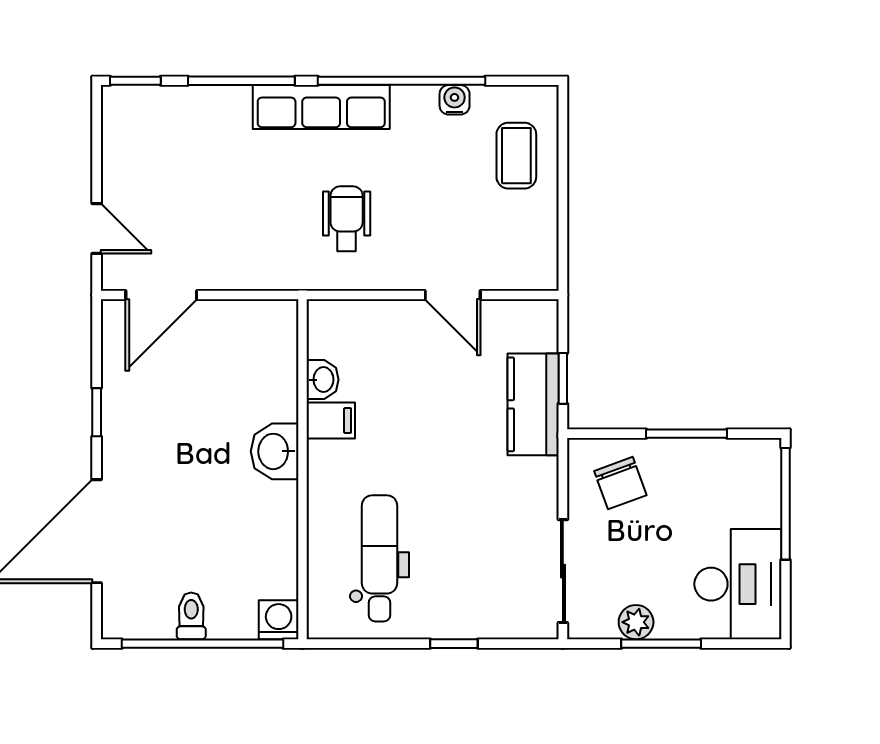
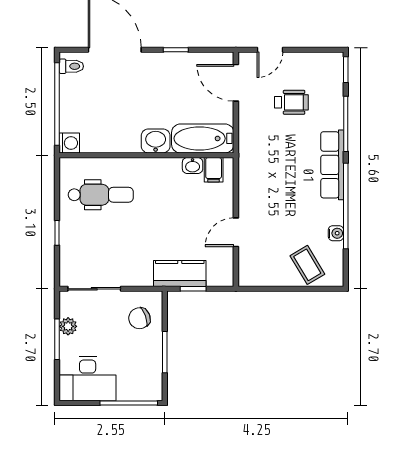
coffee table: (516, 156) -> (307, 265), turned 59
wheelchair: (347, 219) -> (291, 102), moved
bathtub: (270, 360) -> (203, 138), added
filing cabinet: (331, 420) -> (214, 170), moved
toilet: (191, 616) -> (71, 66), moved

